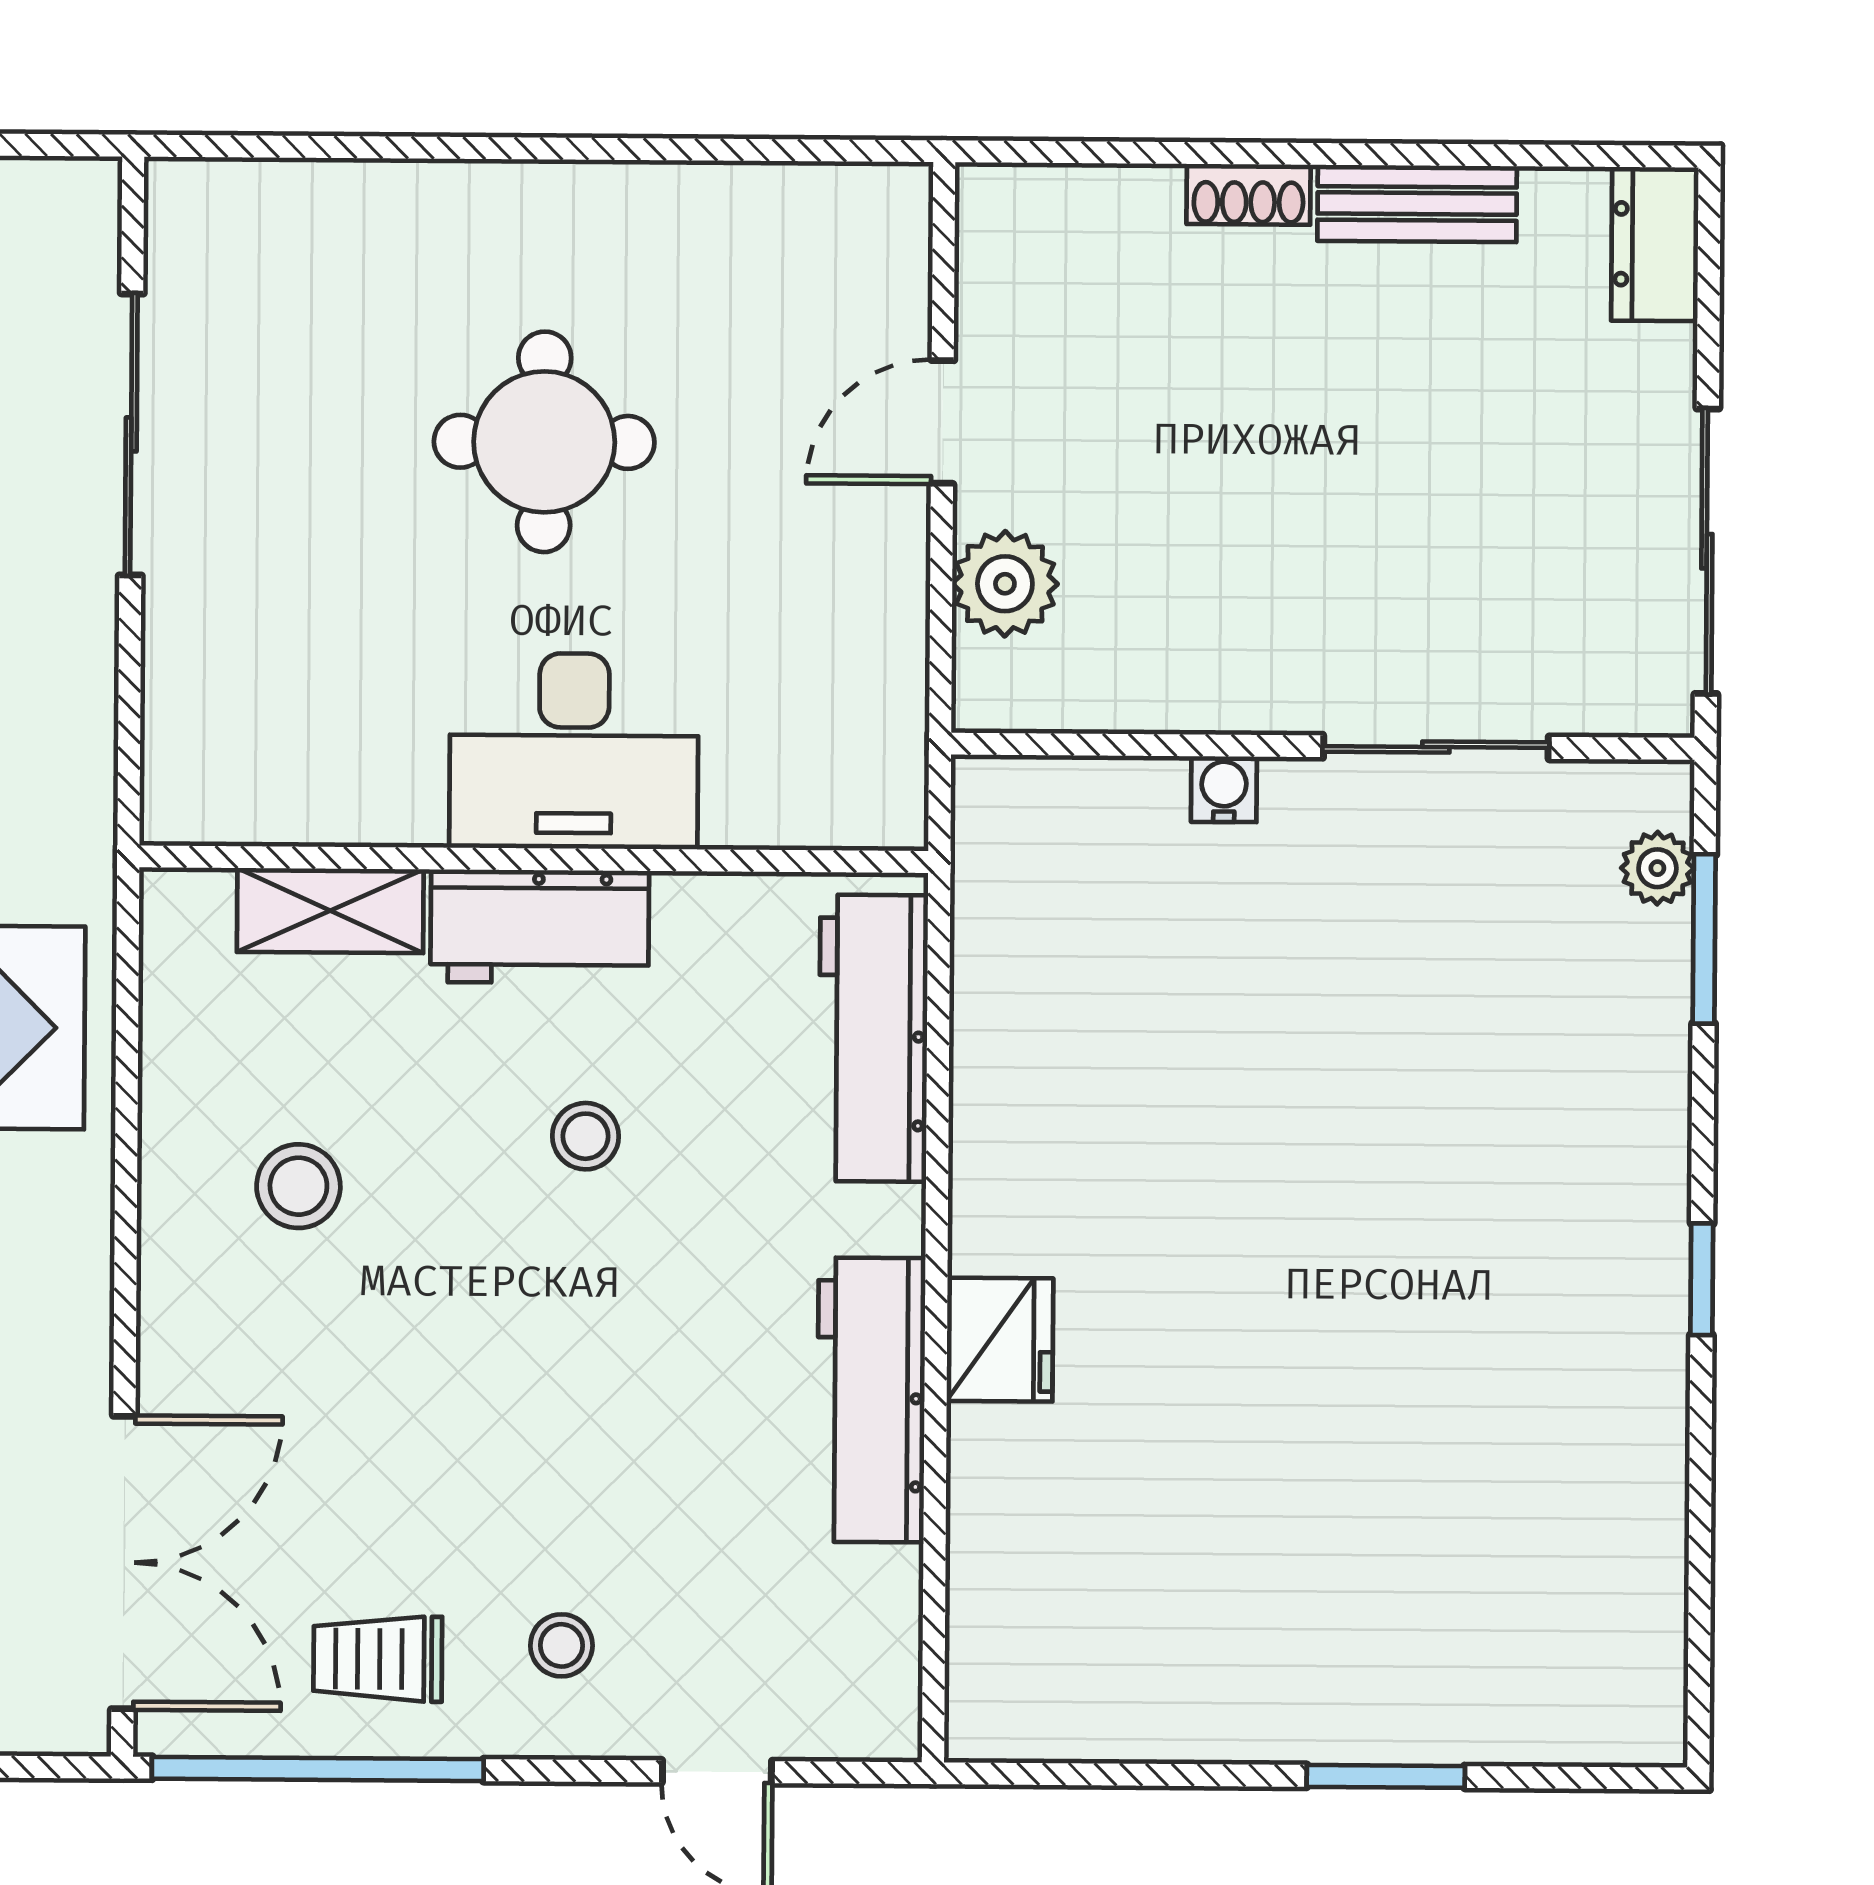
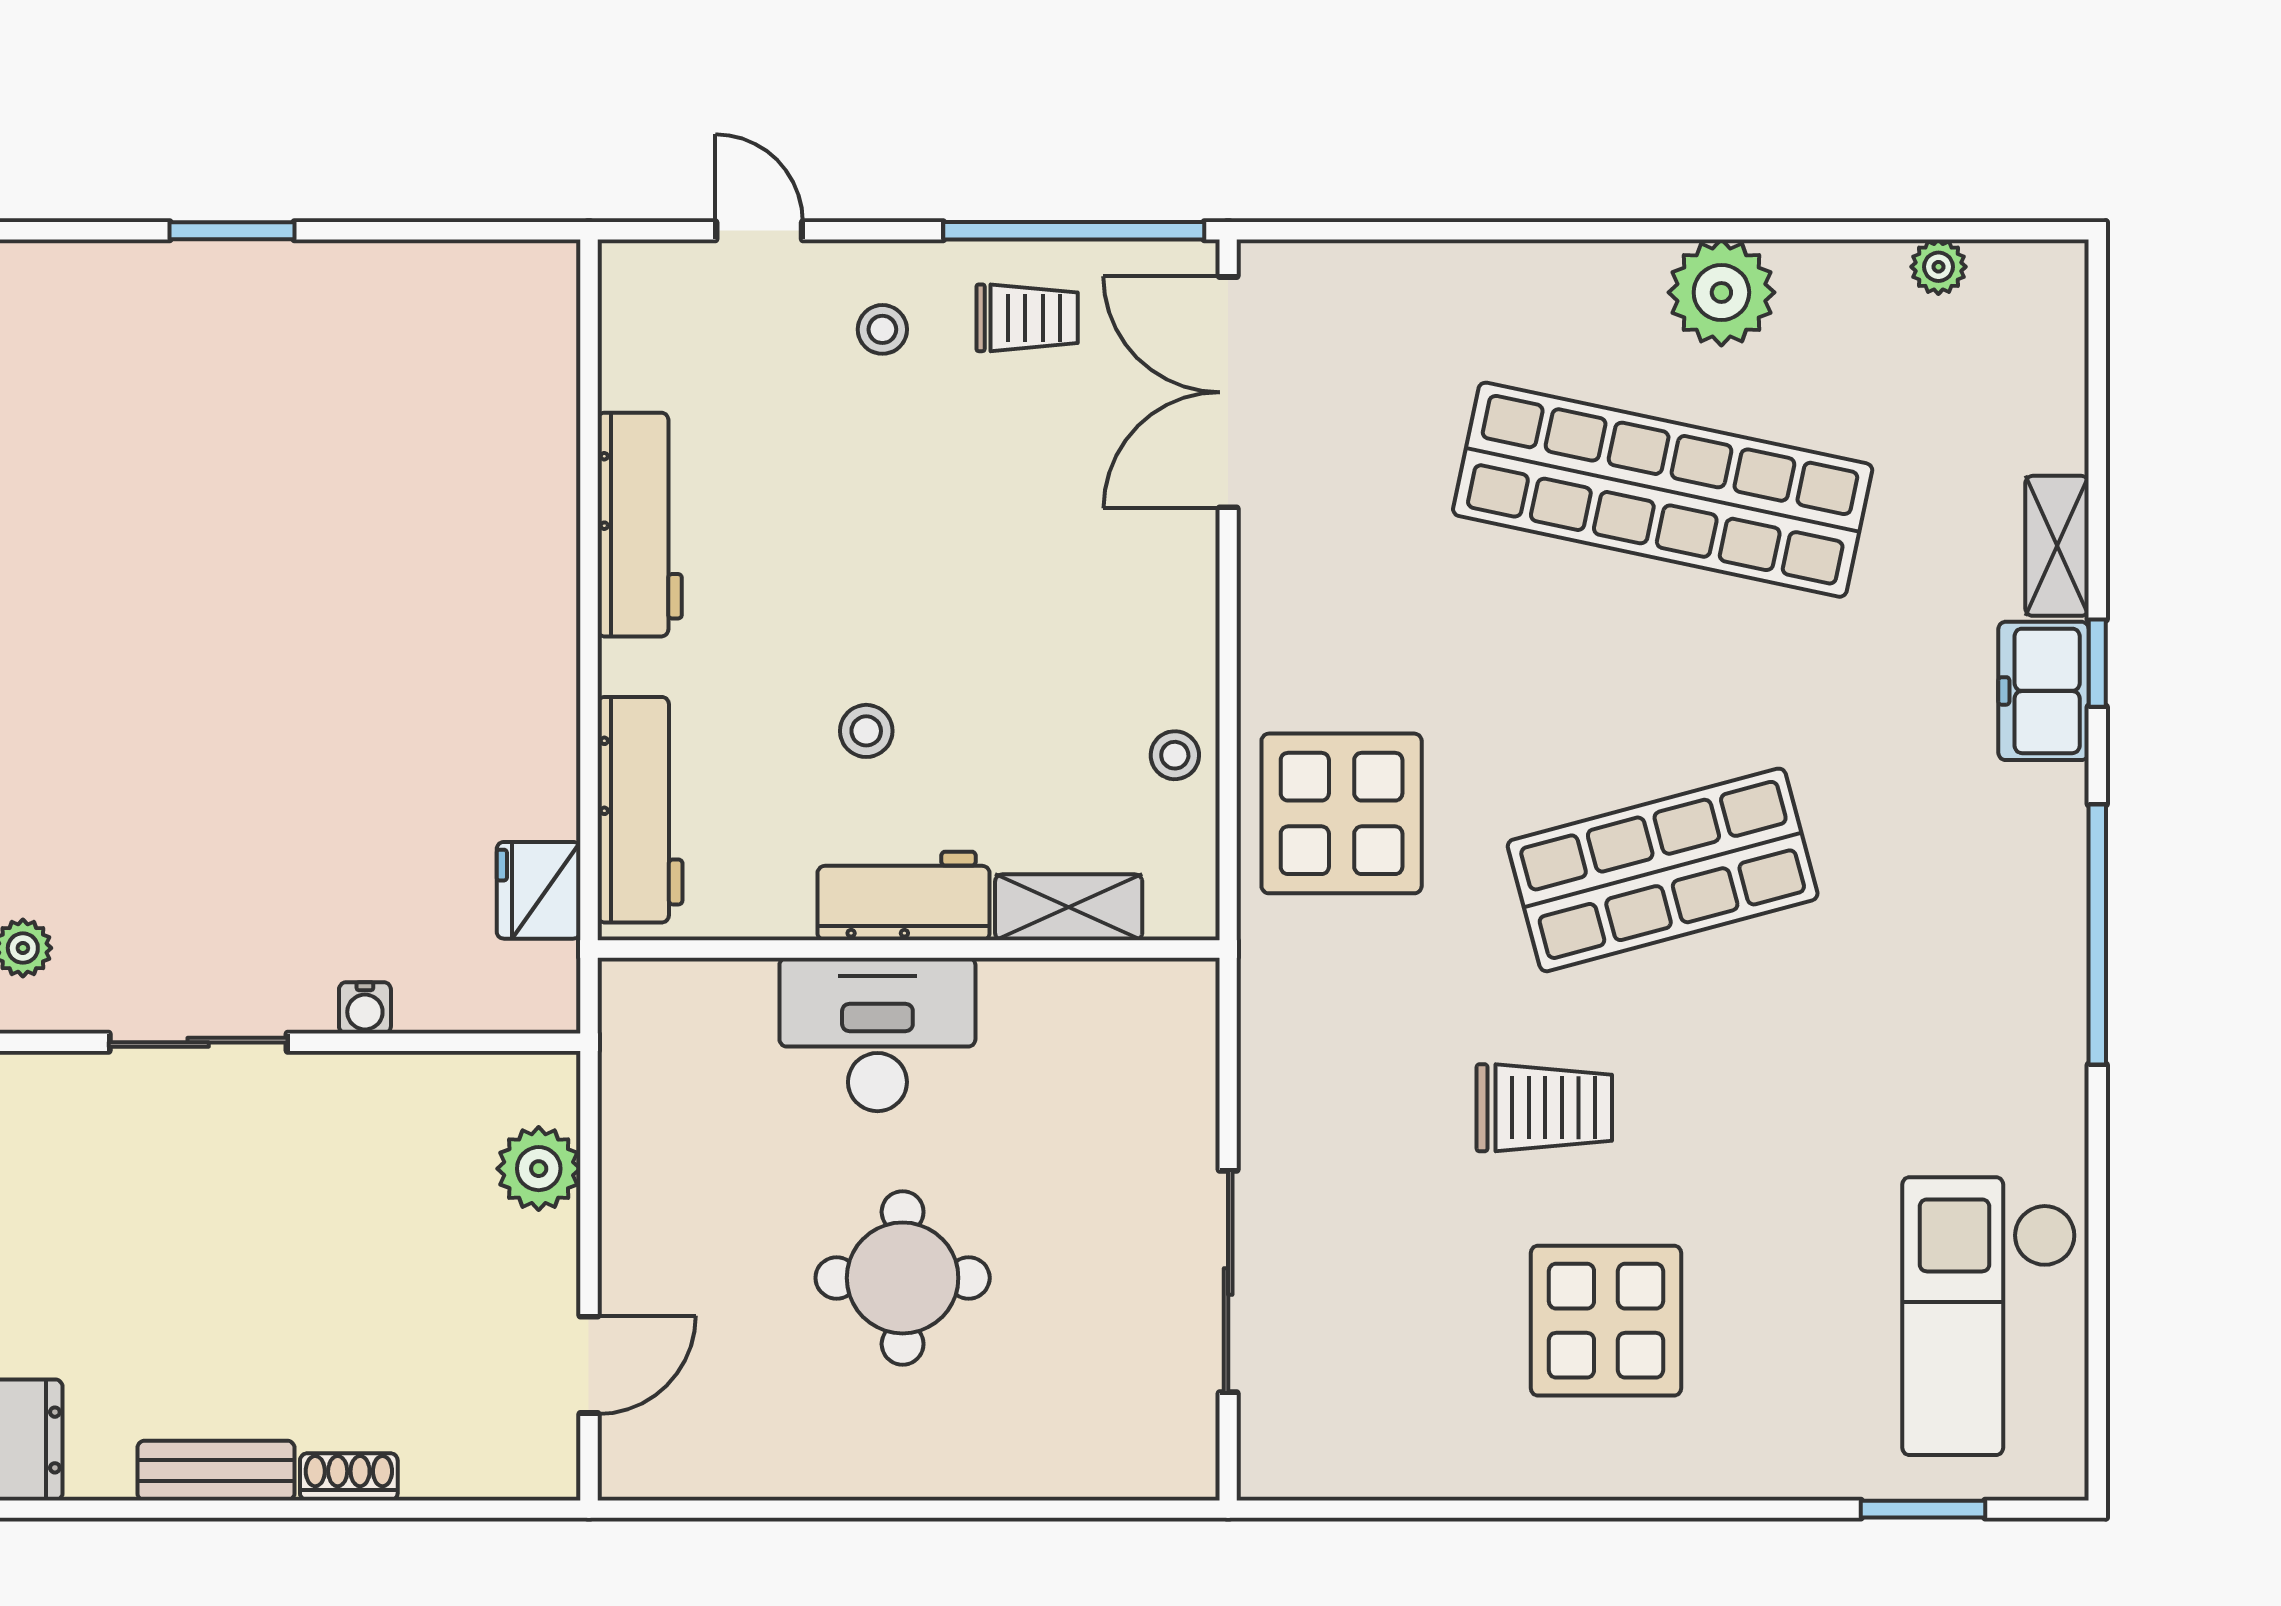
door: (942, 422) -> (589, 1365), moved
stool: (298, 1186) -> (1175, 755), moved, width x0.73, depth x0.73
fridge: (1000, 1340) -> (539, 890), moved

